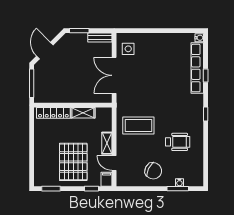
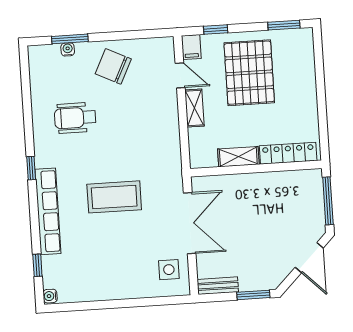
row of seats: (197, 68) -> (48, 211), moved
window: (206, 75) -> (37, 265), moved
coffee table: (138, 125) -> (114, 197), moved

